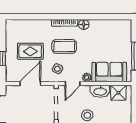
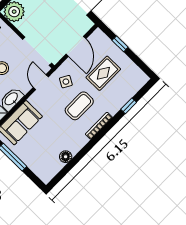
window: (35, 17) -> (129, 106), added
floor lamp: (84, 25) -> (66, 157), moved
plant: (87, 77) -> (34, 99), removed

